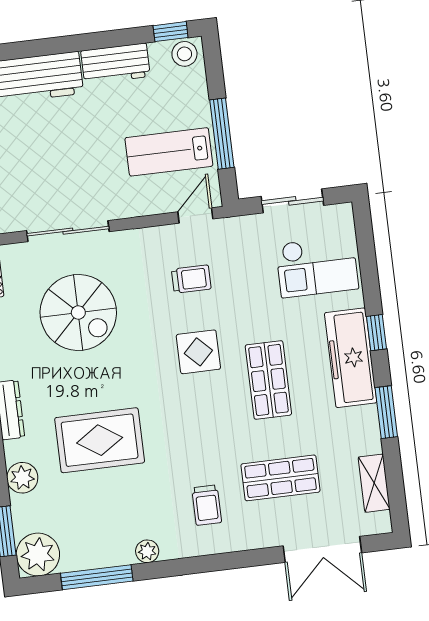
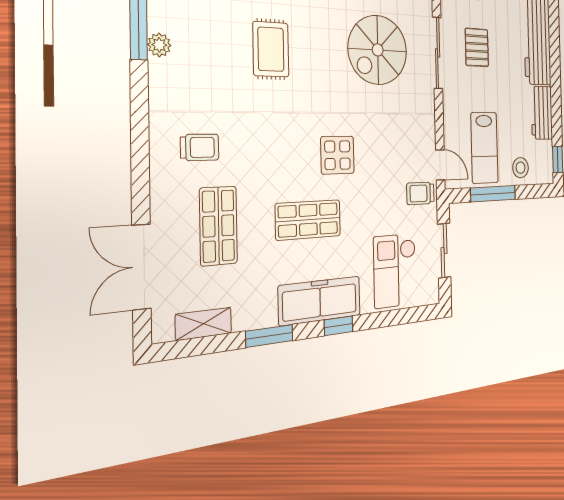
stool: (184, 54) -> (521, 168), moved
lab bench: (169, 152) -> (484, 148), turned 180
pallet: (52, 174) -> (477, 47), added
trolley: (191, 279) -> (420, 193), moved, turned 90
rug: (100, 440) -> (271, 49), width x0.73, depth x0.70
trolley: (207, 505) -> (200, 147), turned 180
plant: (147, 551) -> (159, 45), moved

